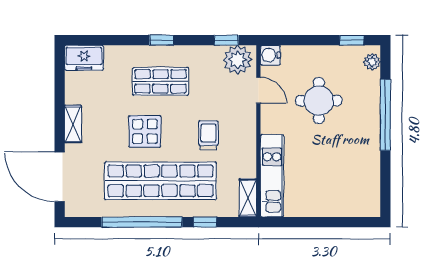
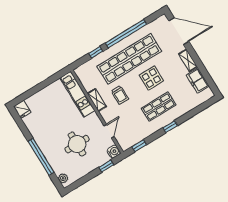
window: (352, 40) -> (106, 166), moved
freezer: (84, 58) -> (198, 81), moved, turned -90
plant: (238, 60) -> (128, 140), removed
door: (258, 90) -> (109, 131), swing flipped
shelving: (248, 198) -> (97, 100), moved
fridge: (370, 204) -> (22, 109), added

